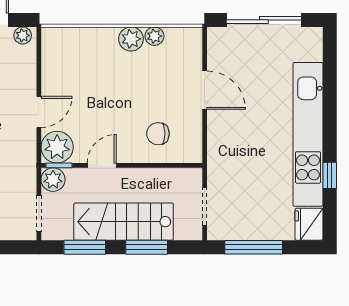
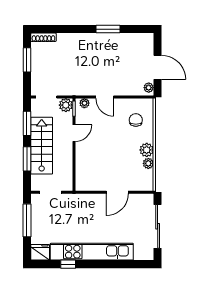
chair: (158, 134) -> (136, 120), moved
plant: (57, 147) -> (84, 103), width x0.53, depth x0.53
door: (102, 165) -> (74, 133), hinge flipped

